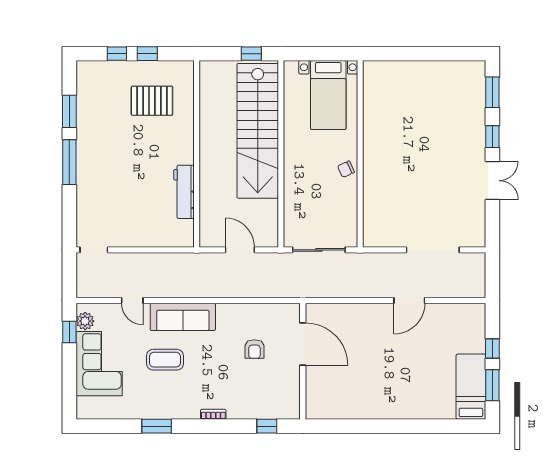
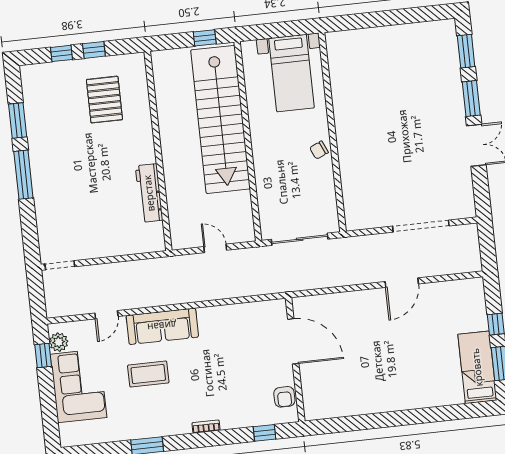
pallet: (152, 101) -> (104, 100), turned 90
window: (492, 137) -> (471, 99), width x1.50
door: (240, 250) -> (215, 248), width x0.73
door: (132, 300) -> (106, 315), hinge flipped
armchair: (254, 349) -> (284, 397), moved

